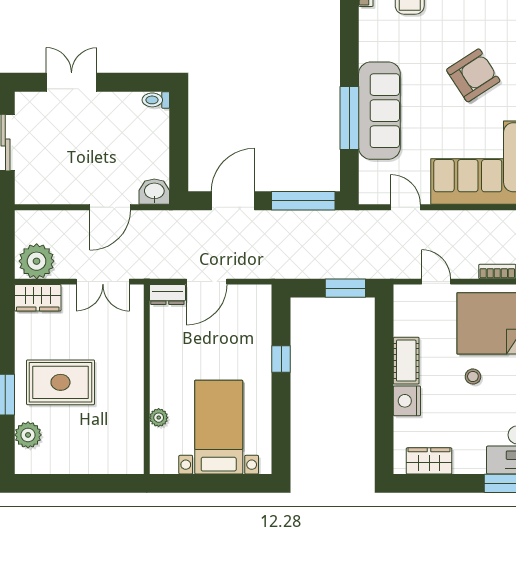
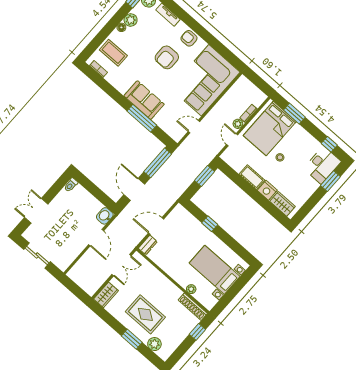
armchair: (473, 75) -> (167, 57), turned -147
sofa: (379, 111) -> (144, 100), width x0.73
plant: (37, 261) -> (238, 124), moved, width x0.53, depth x0.53
door: (207, 282) -> (156, 226), swing flipped
door: (436, 282) -> (232, 140), hinge flipped
rug: (60, 382) -> (145, 314), turned 90
shoe rack: (134, 443) -> (193, 307), added
wardrobe: (429, 461) -> (282, 204), moved, turned 90
window: (103, 483) -> (197, 332), added

